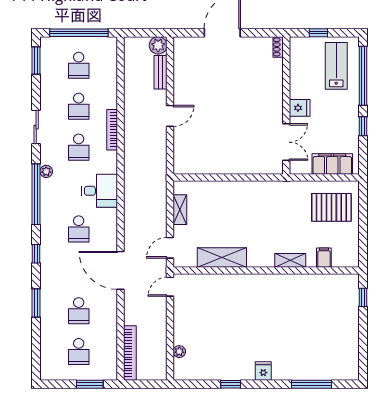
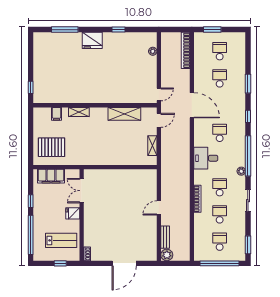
lab bench: (336, 66) -> (61, 240), moved, turned -90
fridge: (263, 371) -> (92, 40), width x1.88, depth x1.34

